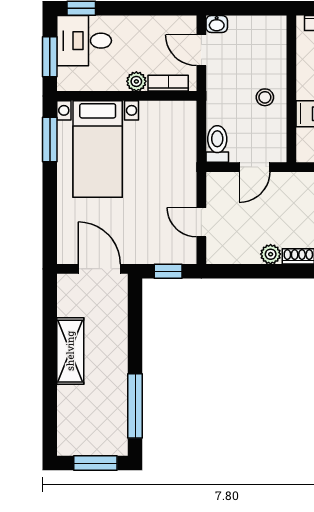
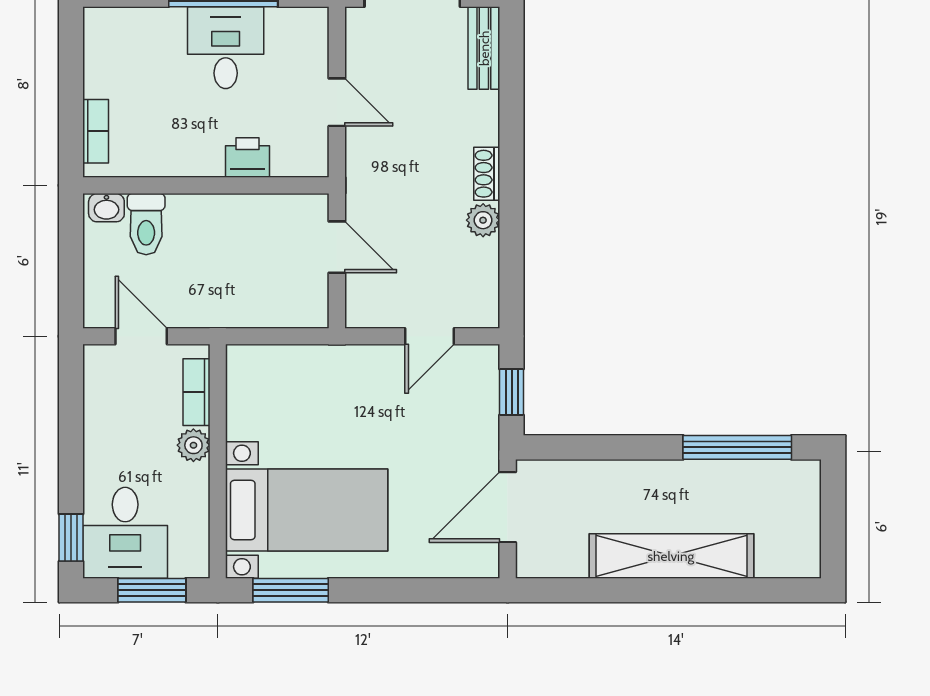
washbasin: (217, 24) -> (106, 208), moved, turned 90
door: (201, 50) -> (141, 336), swing flipped
stool: (265, 97) -> (220, 230), removed
toilet: (217, 144) -> (146, 224), moved, turned -90
shelving: (70, 351) -> (671, 556), width x1.47
window: (95, 463) -> (833, 514), removed

